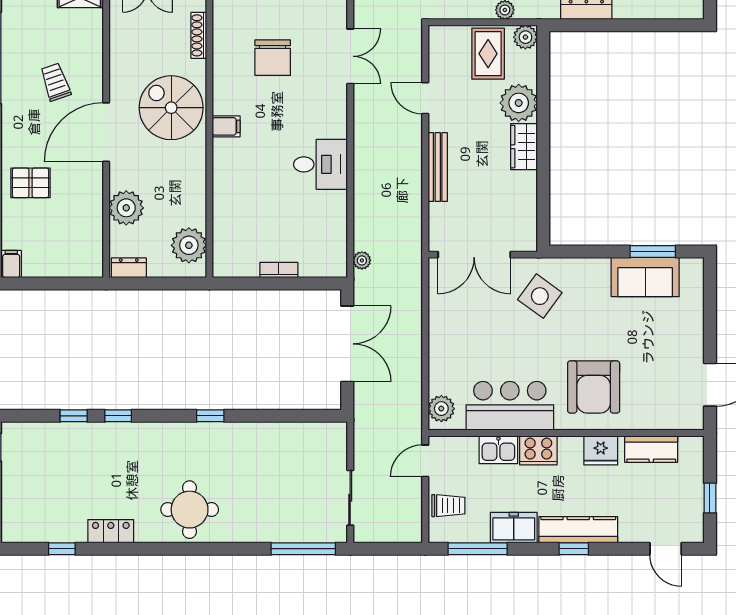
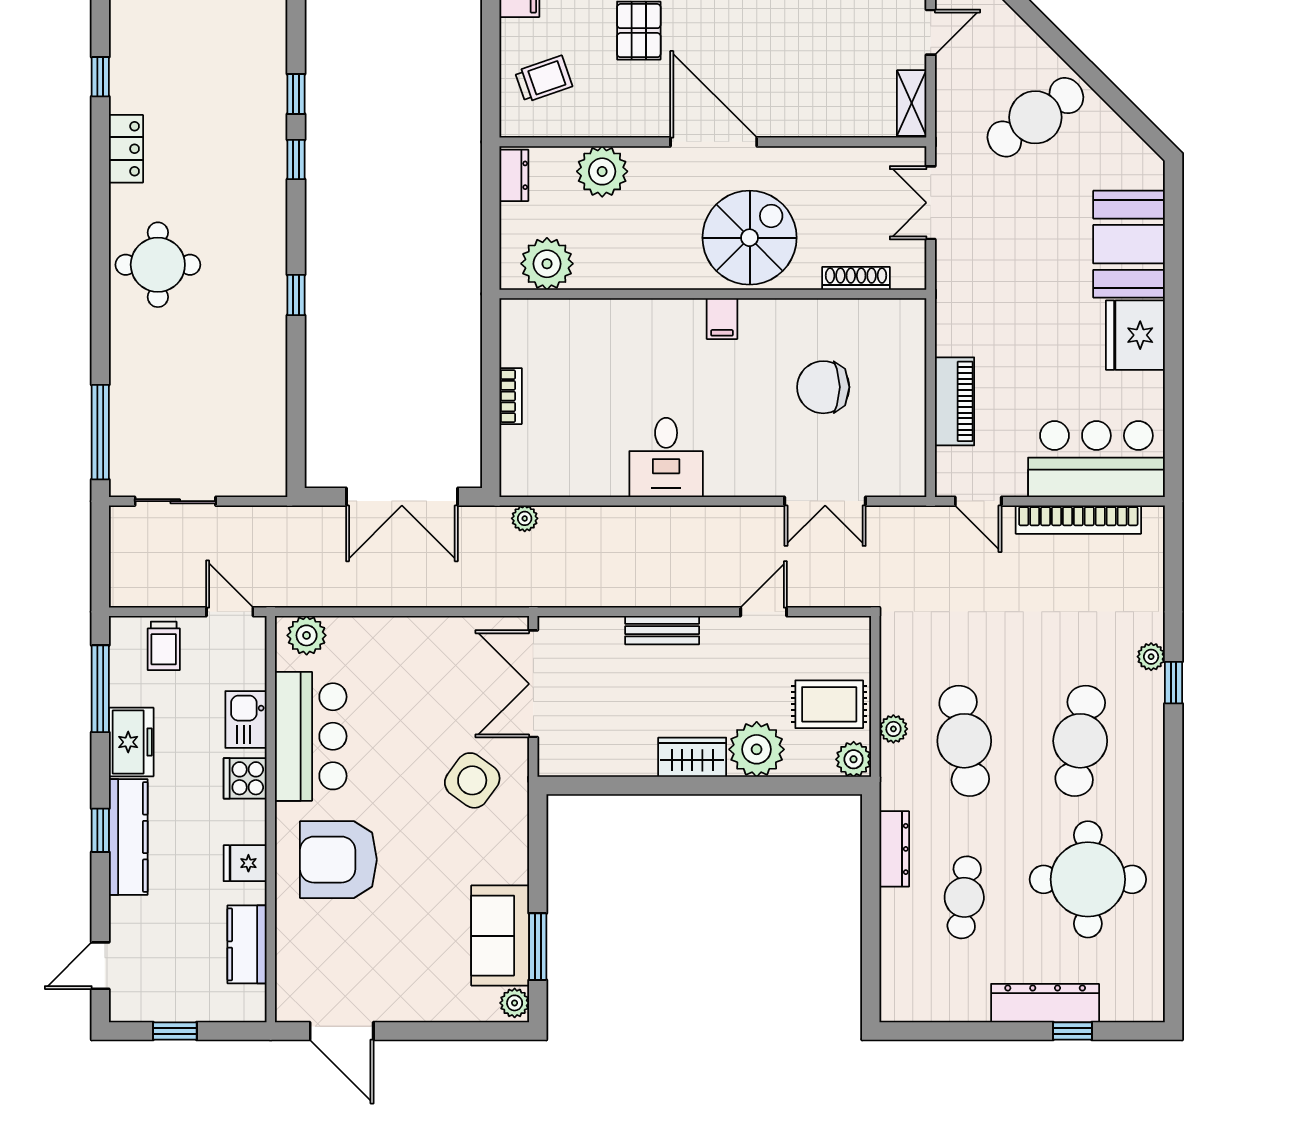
trolley: (55, 82) -> (544, 79), moved
bench: (438, 167) -> (662, 630), width x0.73
plant: (691, 267) -> (515, 1003), added
cooker: (538, 450) -> (245, 778), width x0.73
fridge: (601, 450) -> (245, 863), width x0.72

